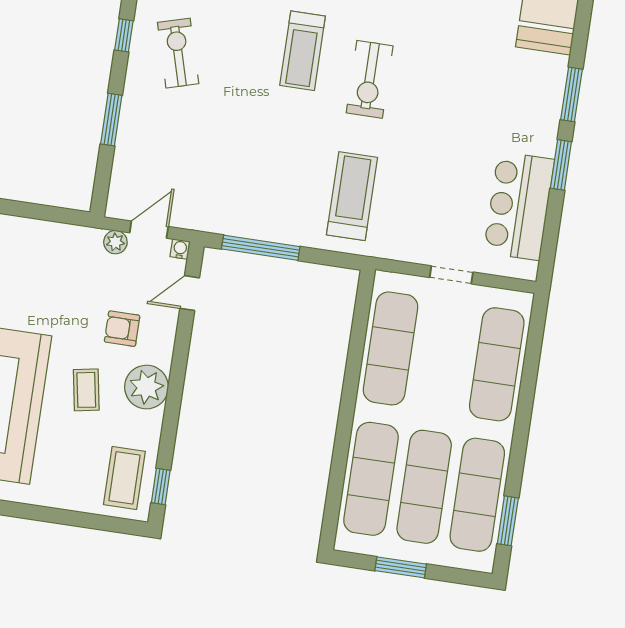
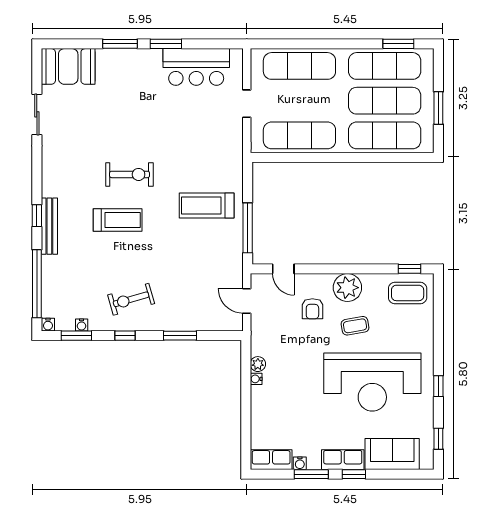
treadmill: (352, 196) -> (207, 206), moved
plant: (115, 242) -> (258, 364), moved
water cooler: (180, 249) -> (256, 379), moved

